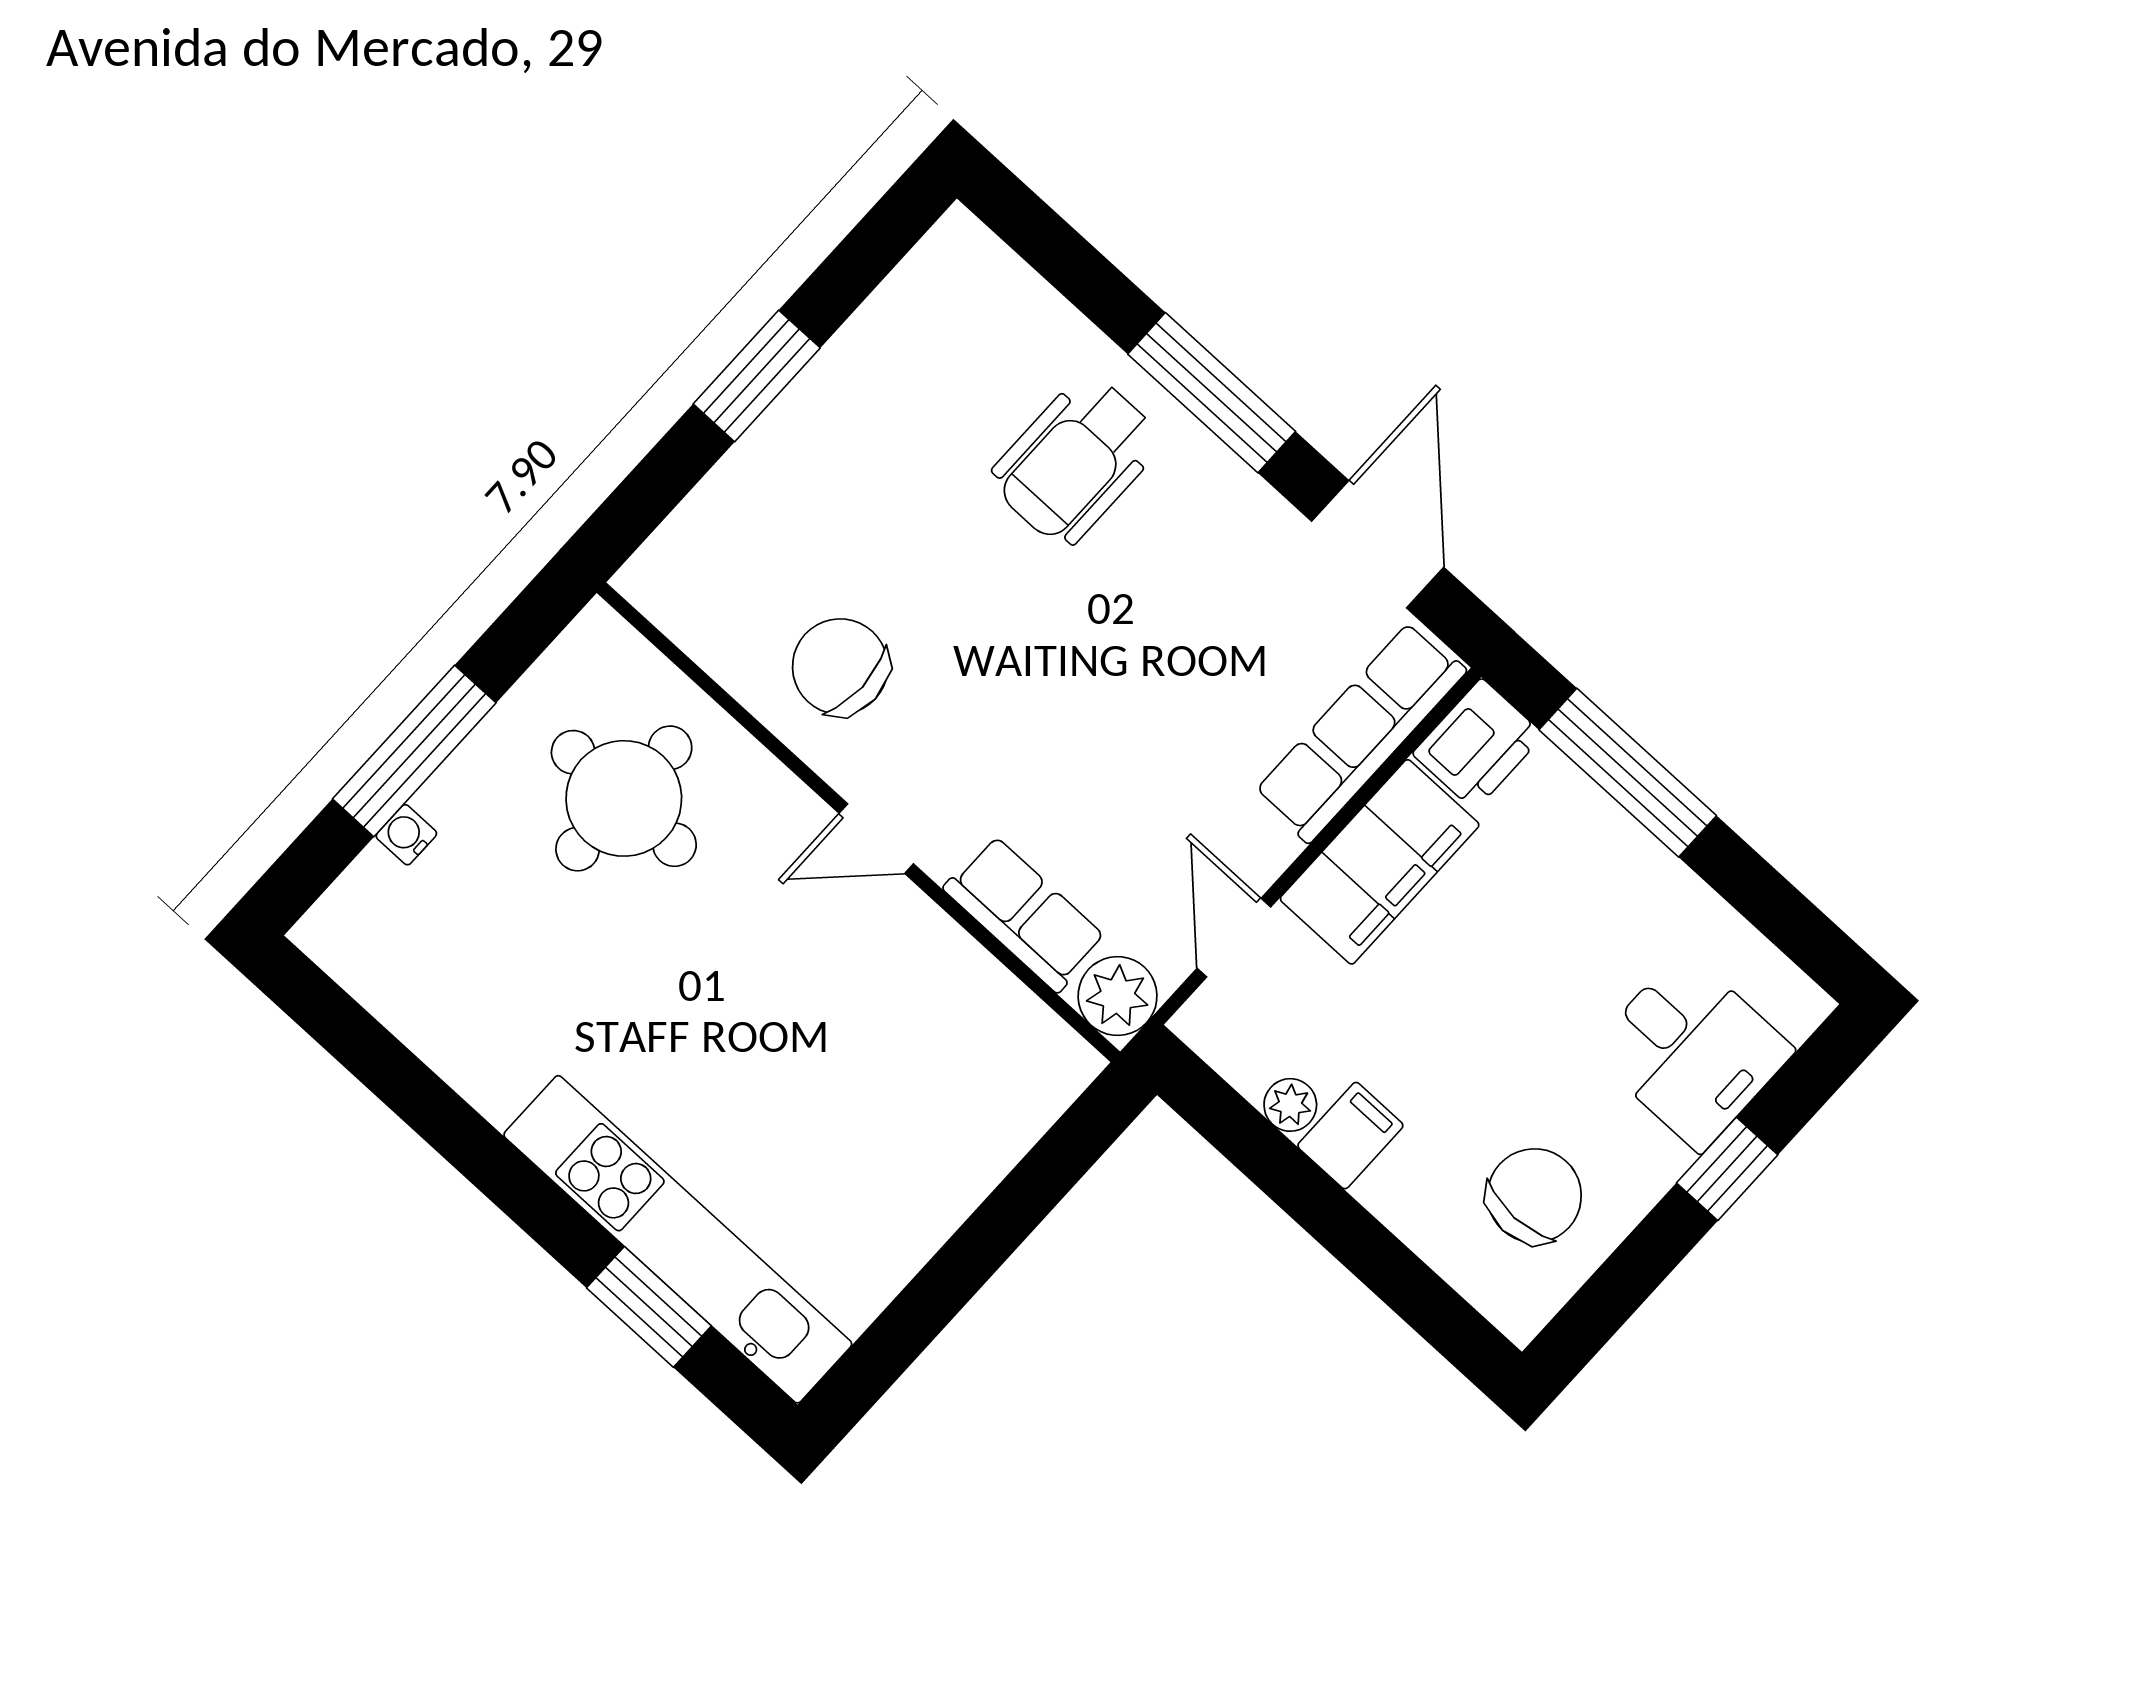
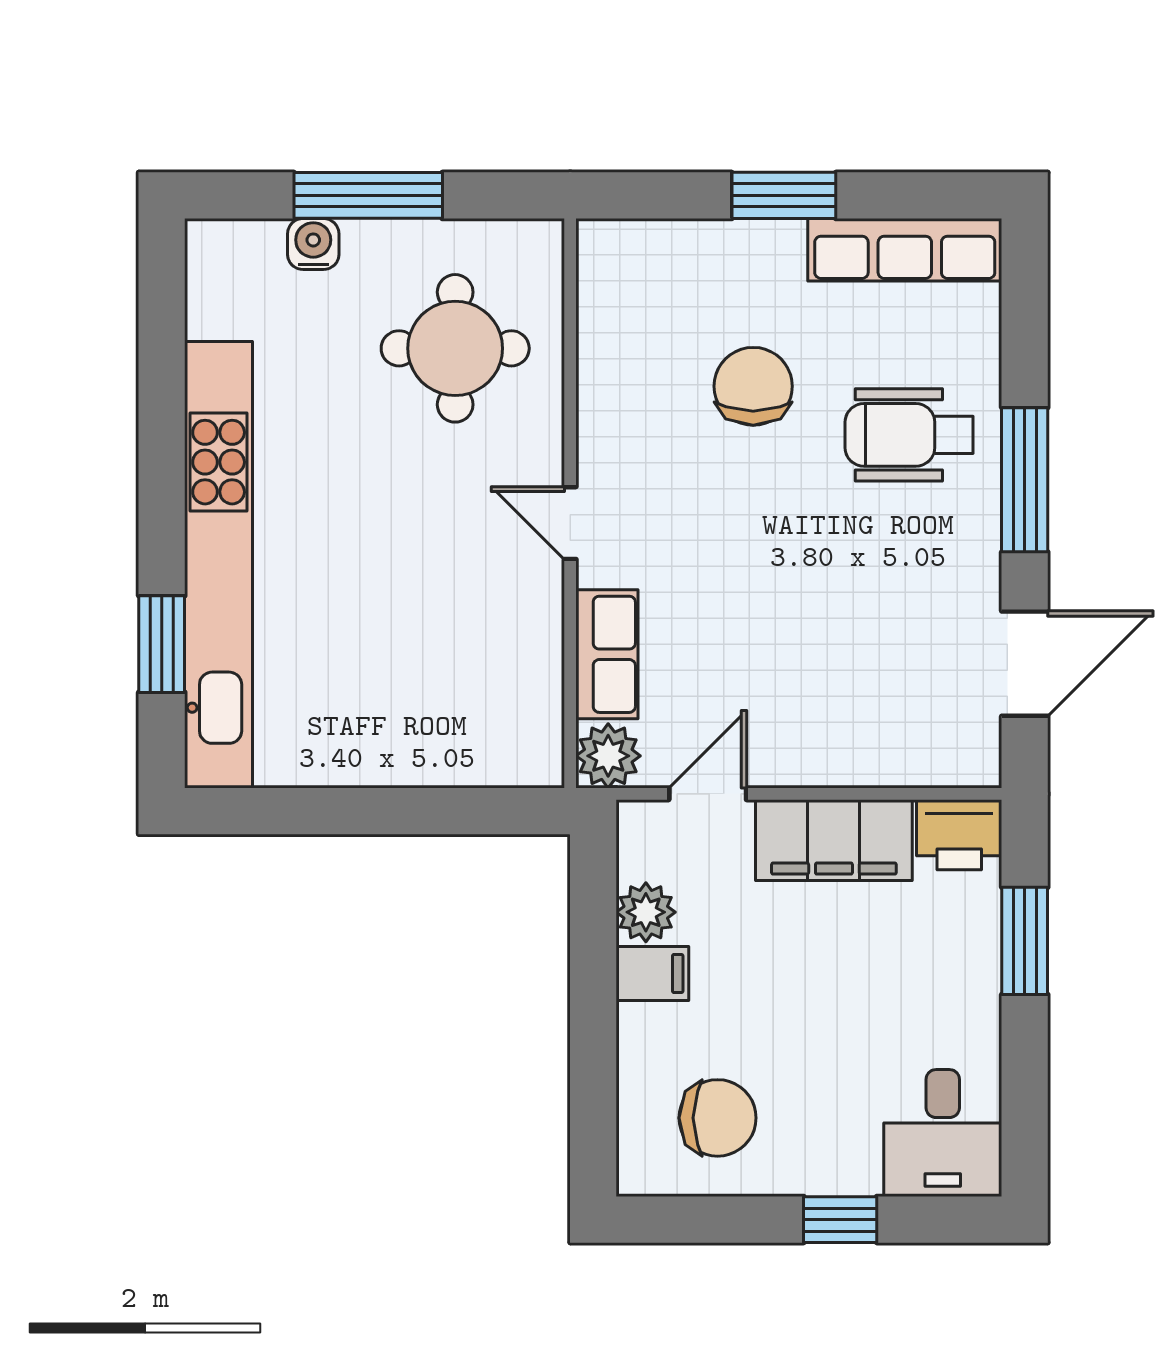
chair: (840, 667) -> (753, 386), moved
row of seats: (1360, 732) -> (905, 250), moved, turned 180
window: (1628, 773) -> (1025, 941), width x0.69
water cooler: (406, 835) -> (313, 244), width x1.38, depth x1.38
desk: (1692, 1051) -> (943, 1133), moved
plant: (1290, 1105) -> (646, 912), width x1.38, depth x1.38
kitchen unit: (678, 1239) -> (219, 565), width x1.36

